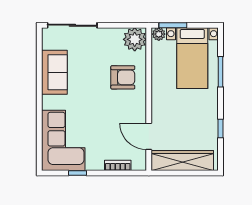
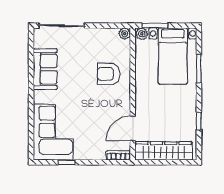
plant: (135, 39) -> (125, 34), width x0.53, depth x0.53
armchair: (123, 77) -> (108, 74), turned 180
door: (149, 136) -> (133, 128), hinge flipped
bookcase: (118, 165) -> (118, 155), moved

